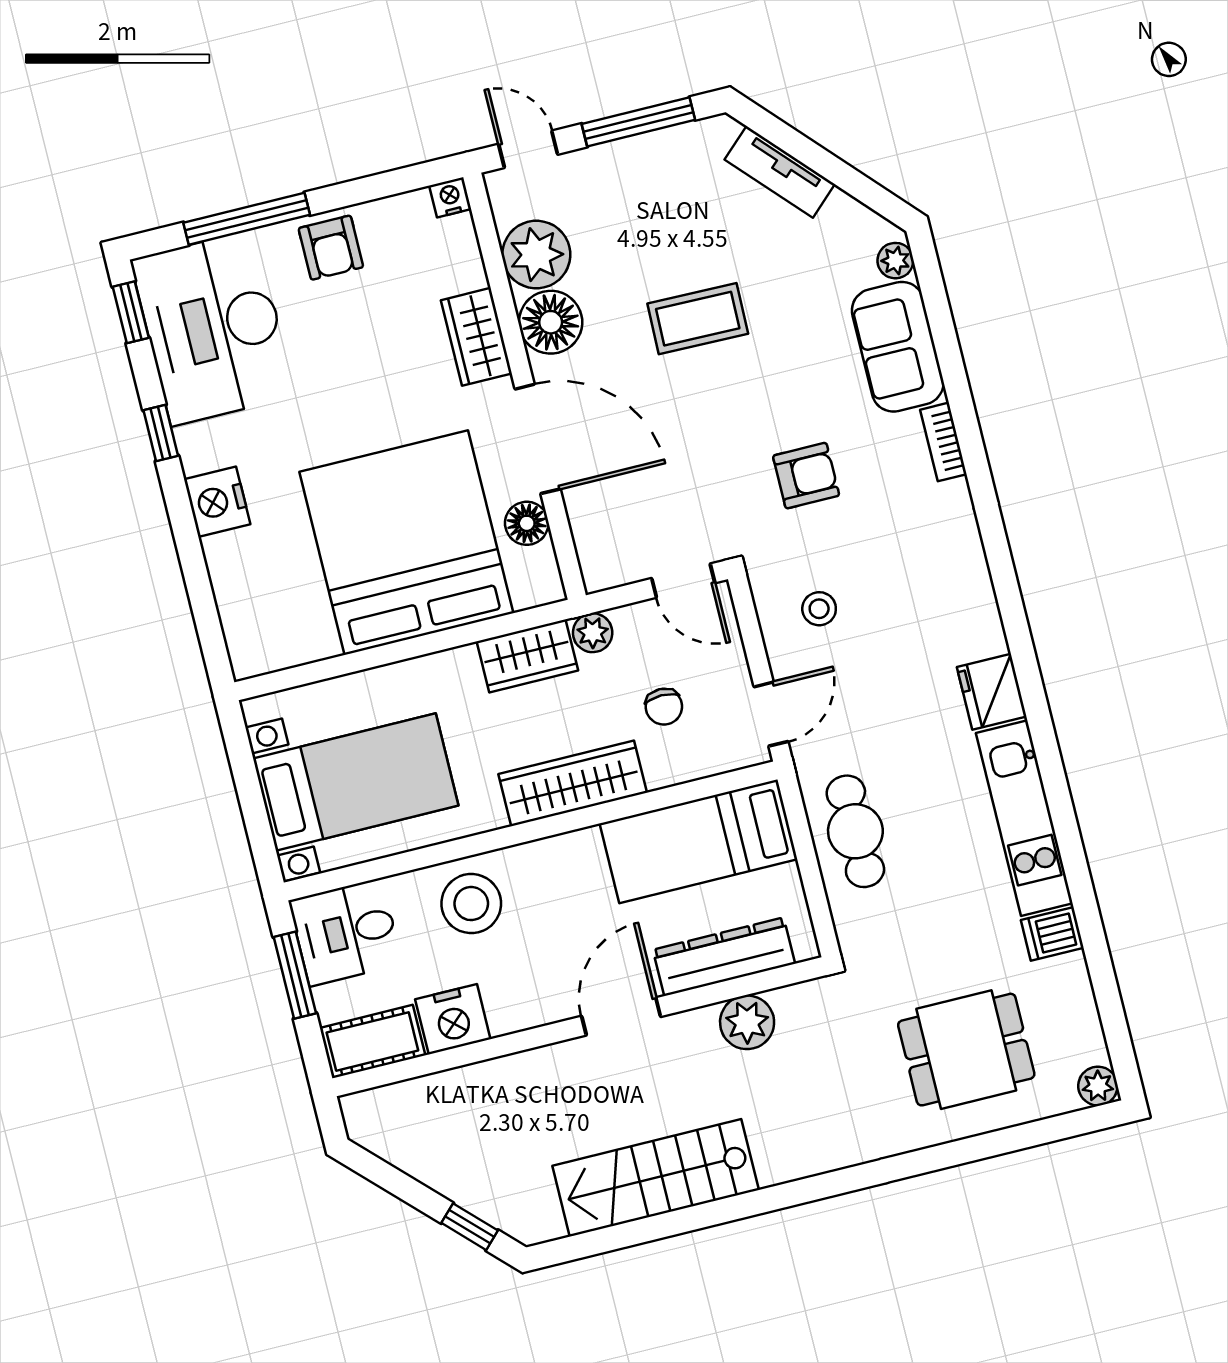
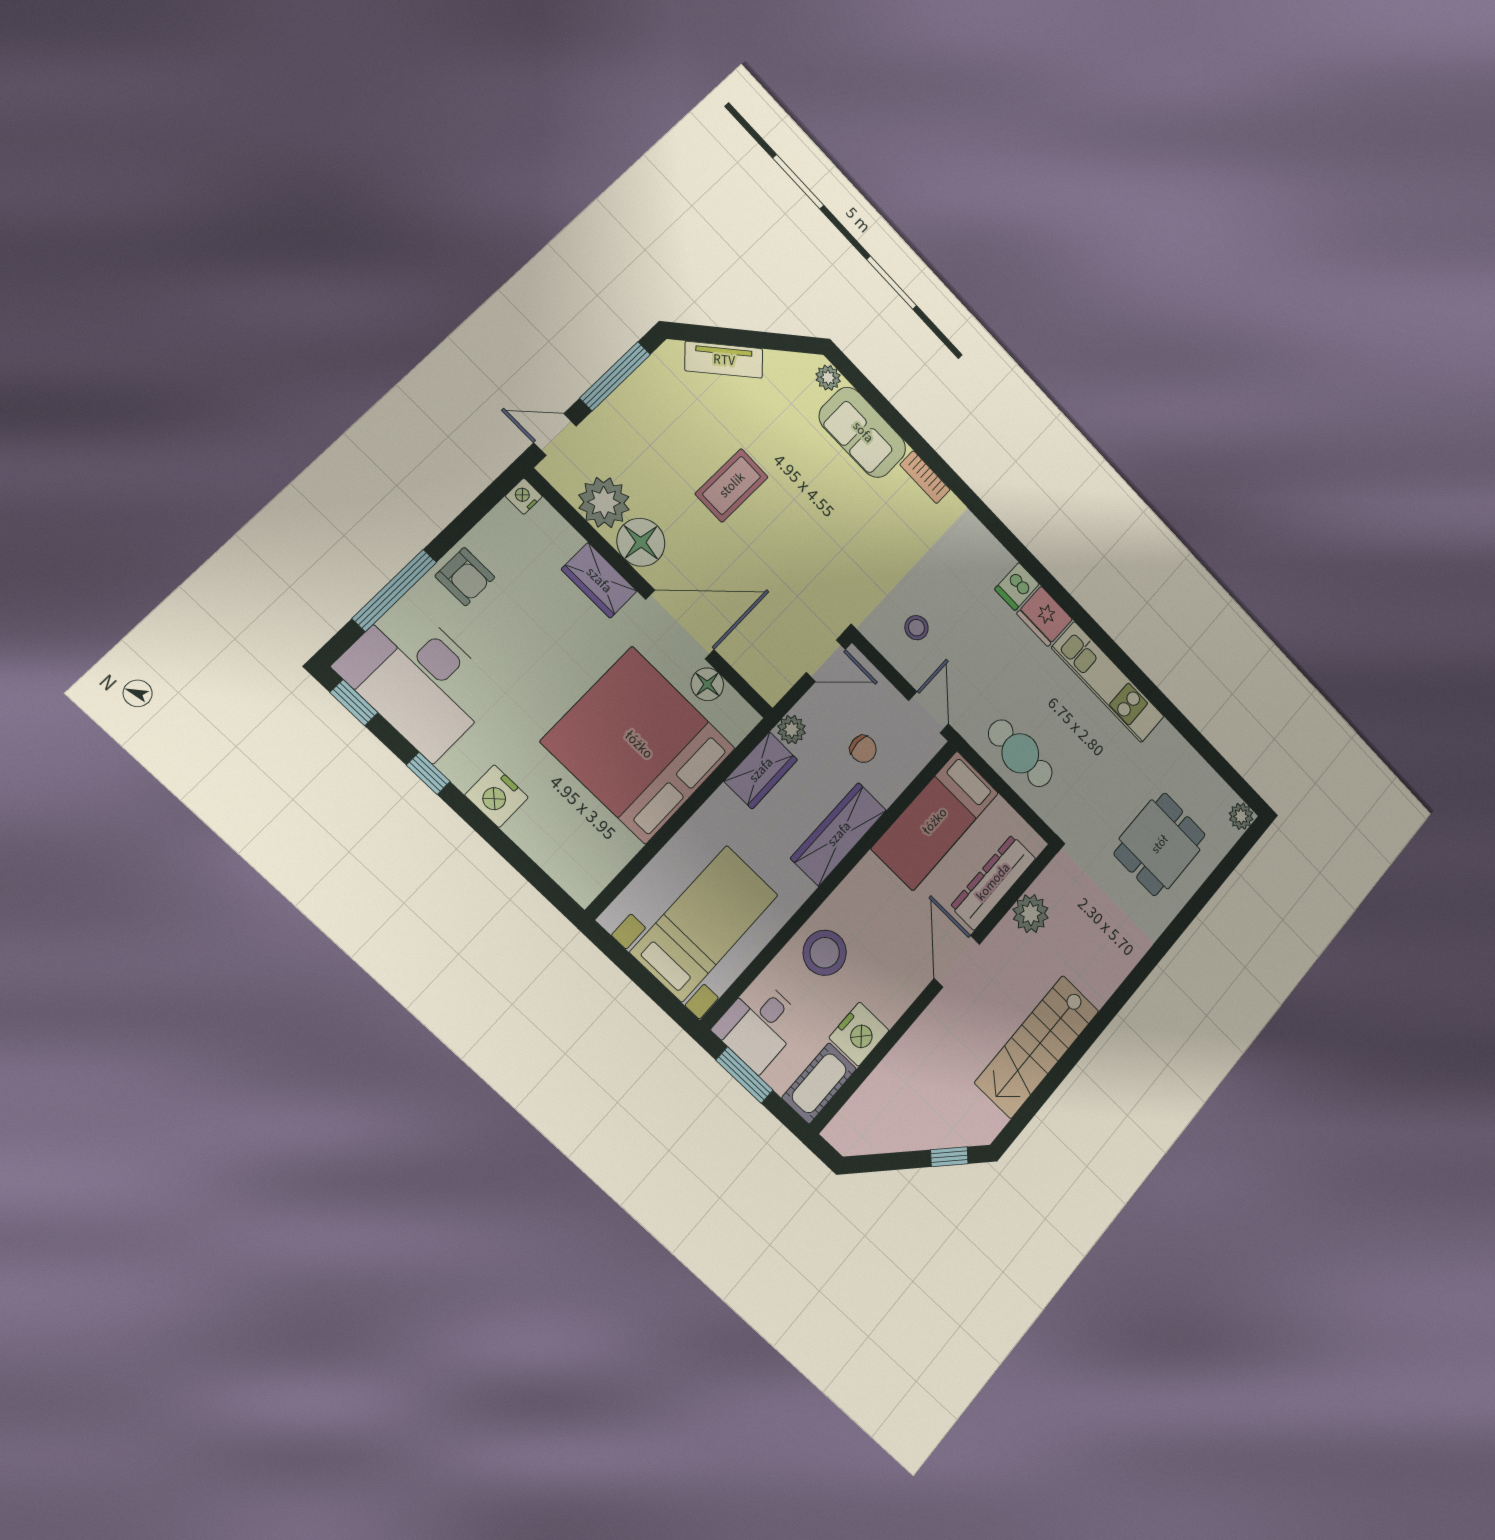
armchair: (806, 476) -> (858, 548), removed
dishwasher: (1052, 934) -> (1017, 587), moved

